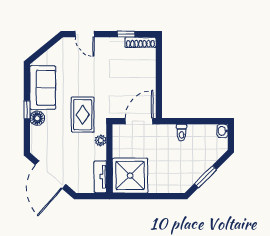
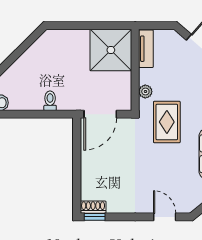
window: (126, 34) -> (95, 217), moved
shoe rack: (140, 42) -> (93, 207), width x0.70
window: (205, 177) -> (22, 49), removed

